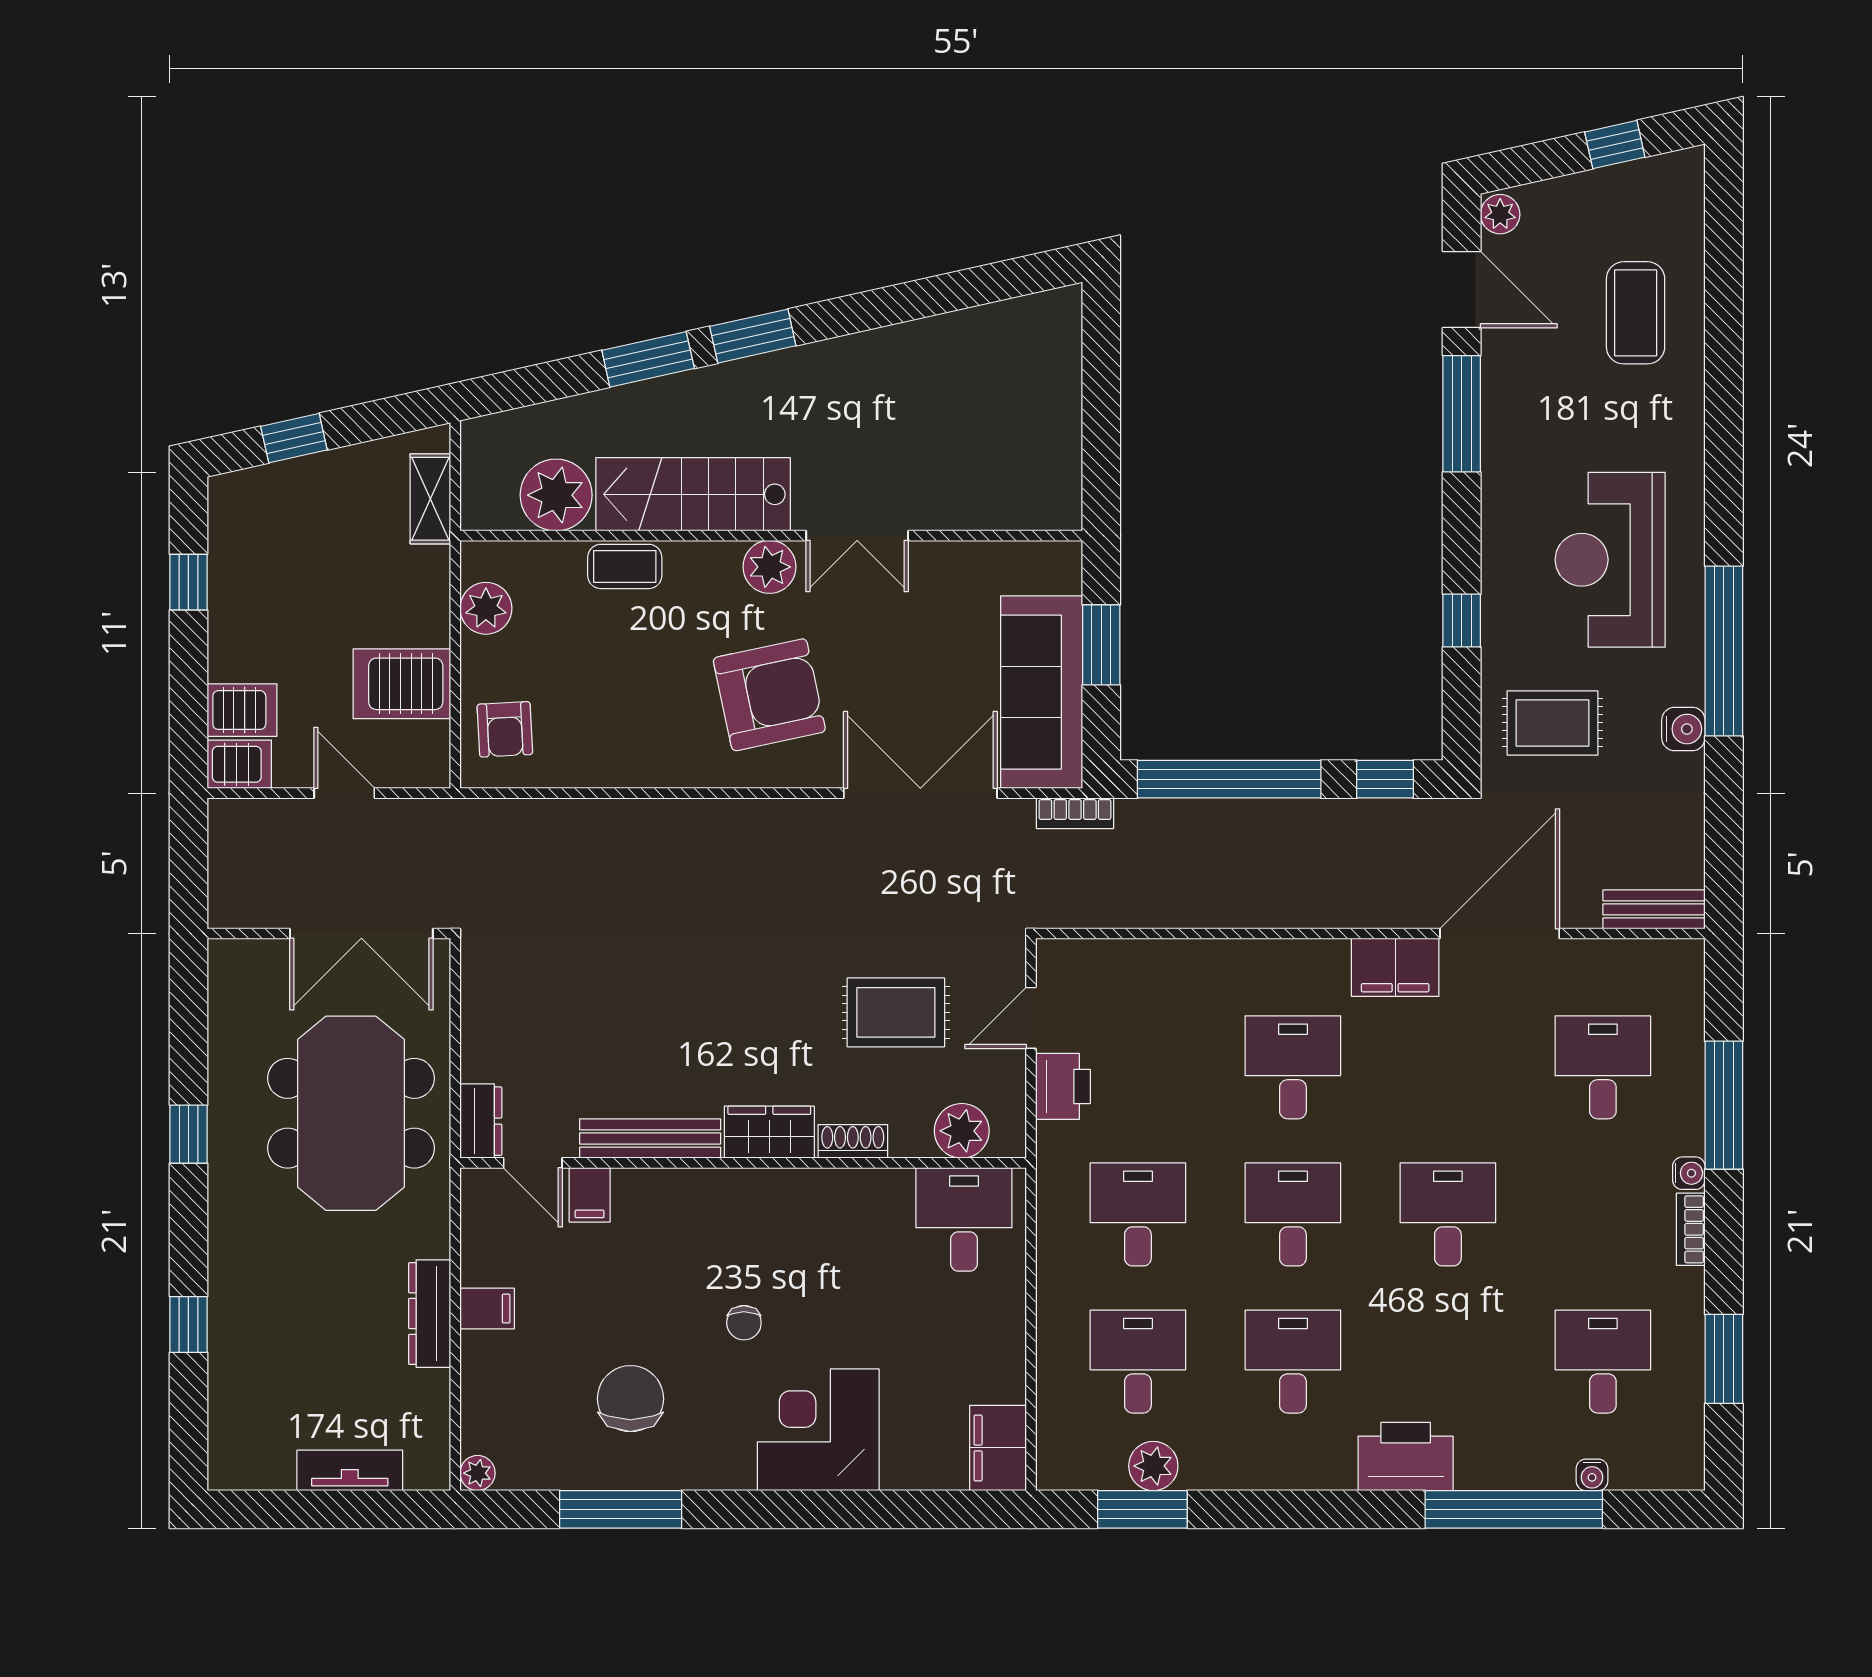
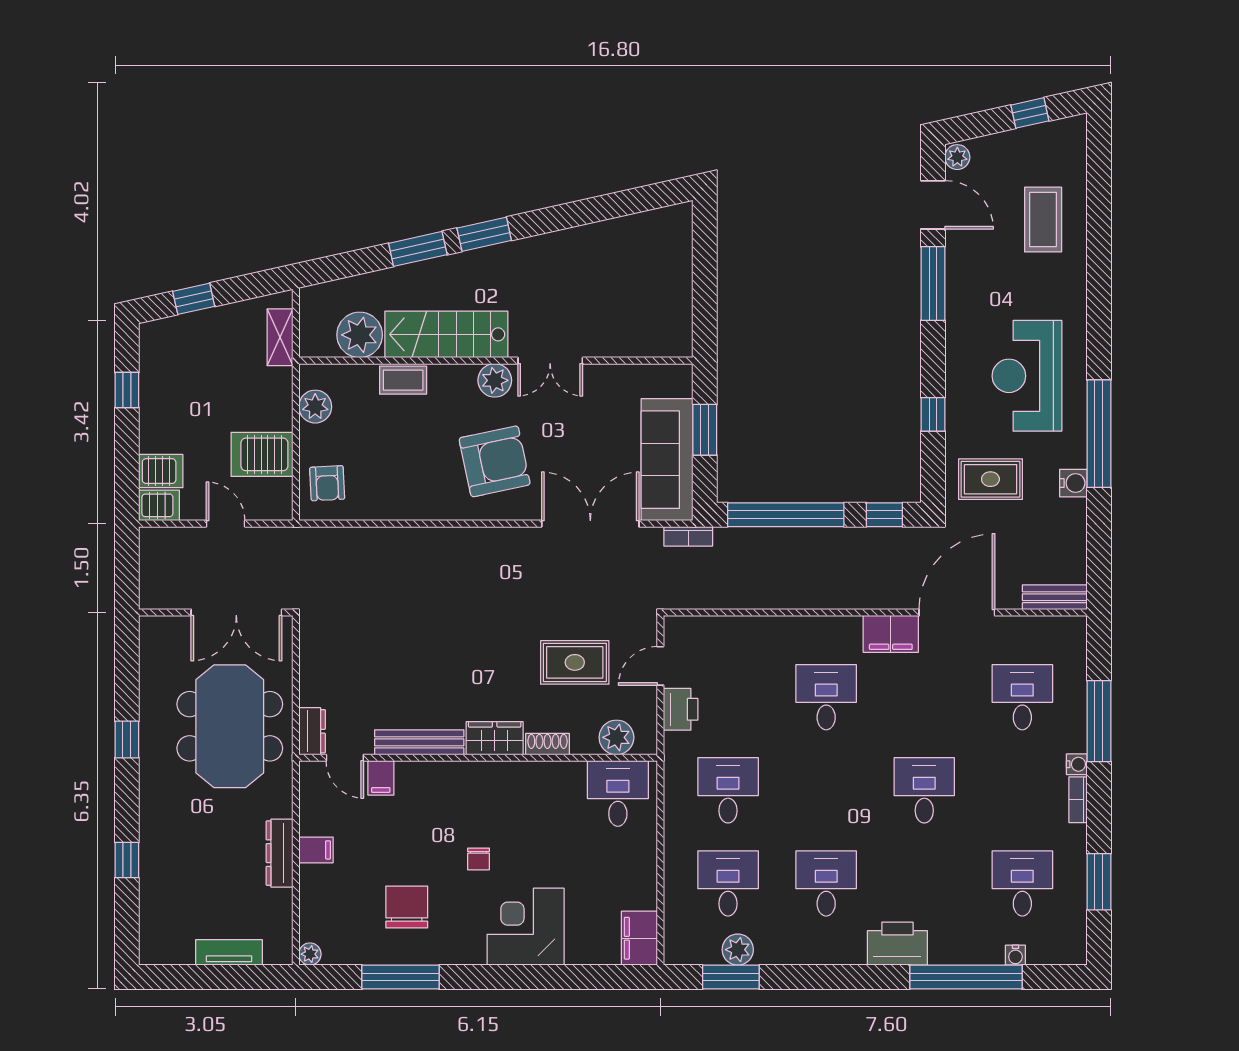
desk: (1293, 1214) -> (826, 790), removed

